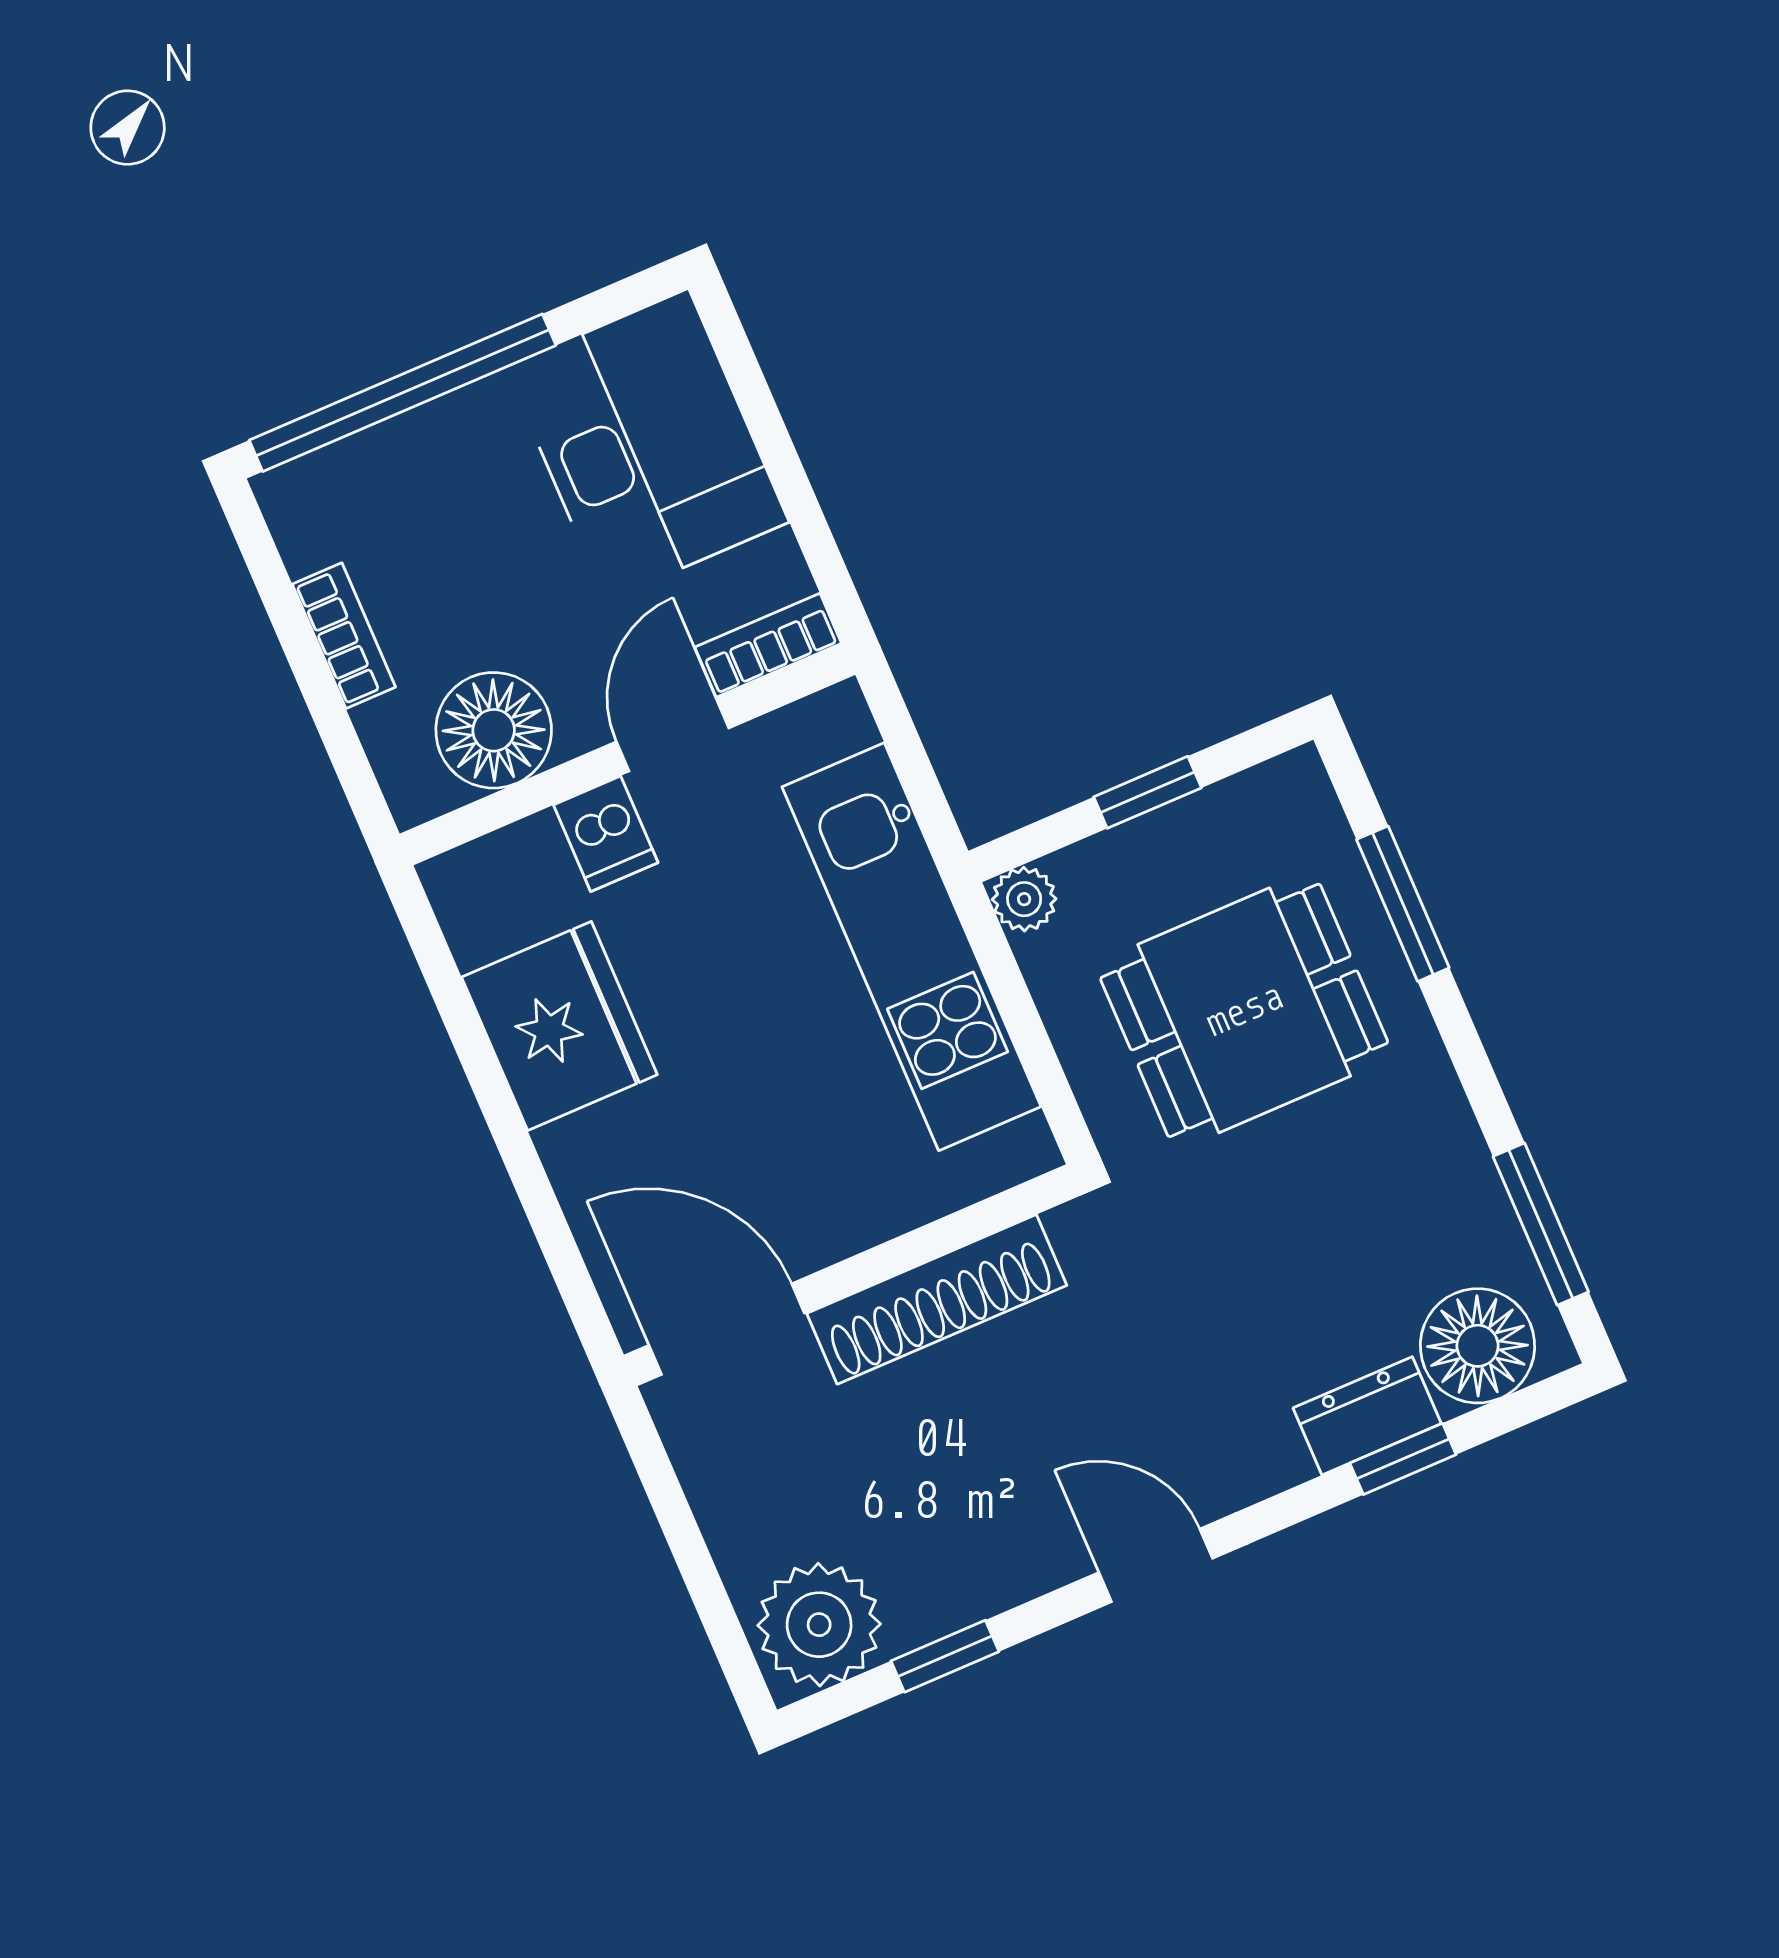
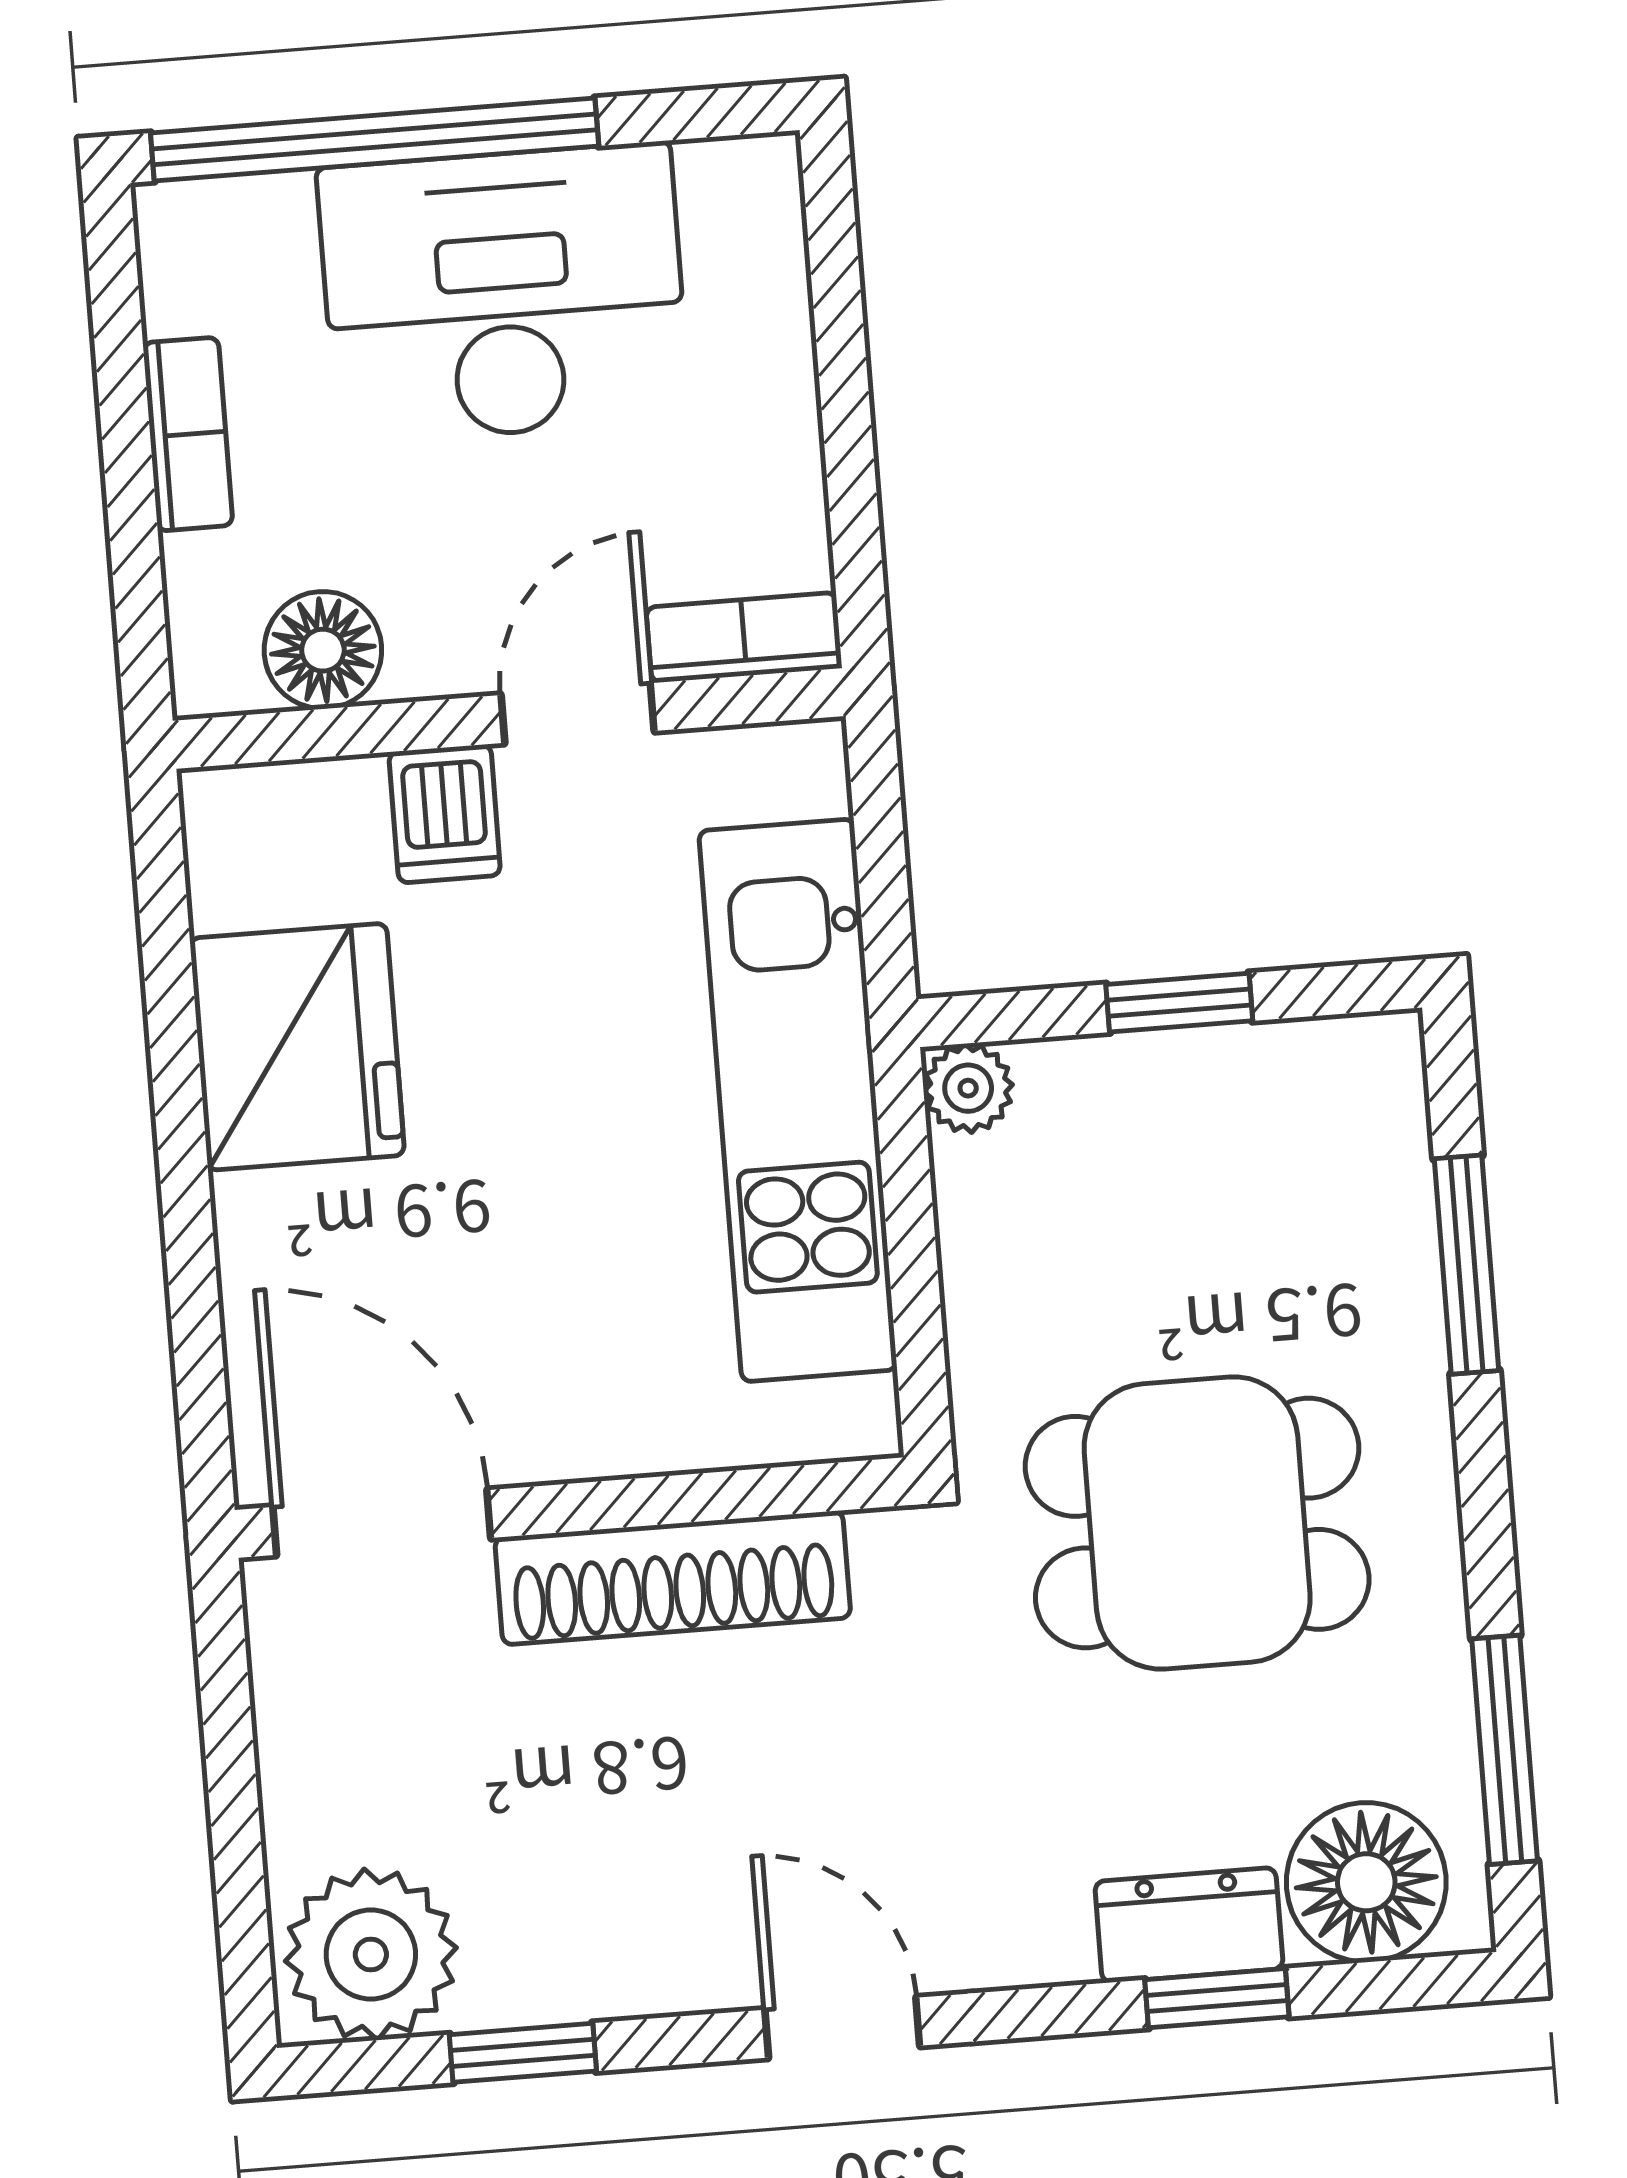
desk: (647, 445) -> (504, 293), moved, turned -90
floor lamp: (494, 730) -> (323, 650), width x0.73, depth x0.73
dining table: (1244, 1010) -> (1197, 1523), moved

